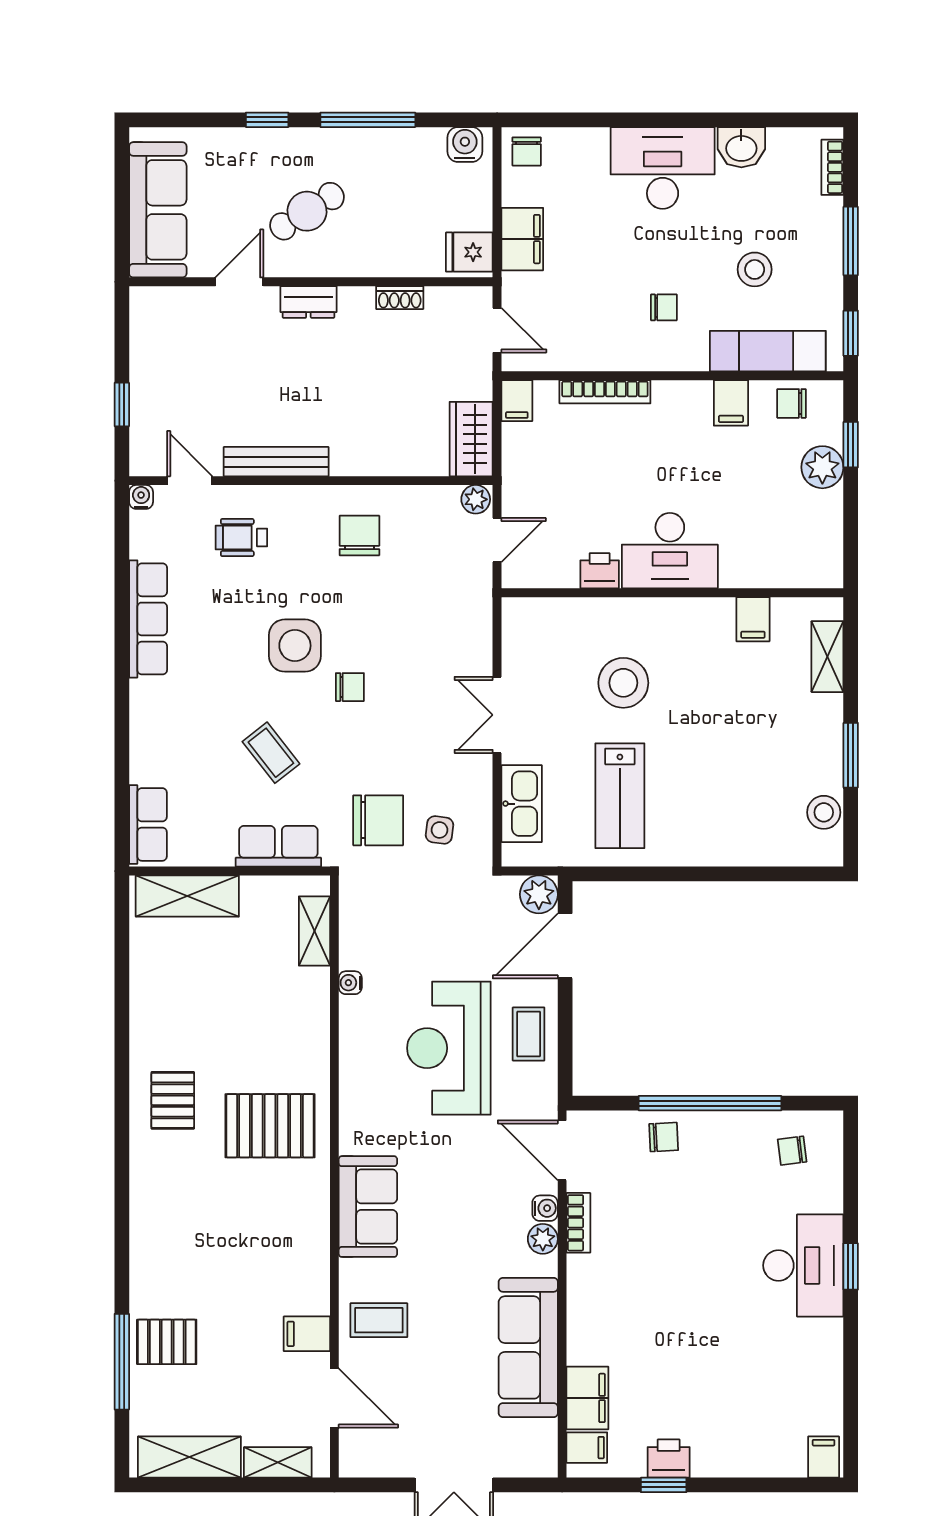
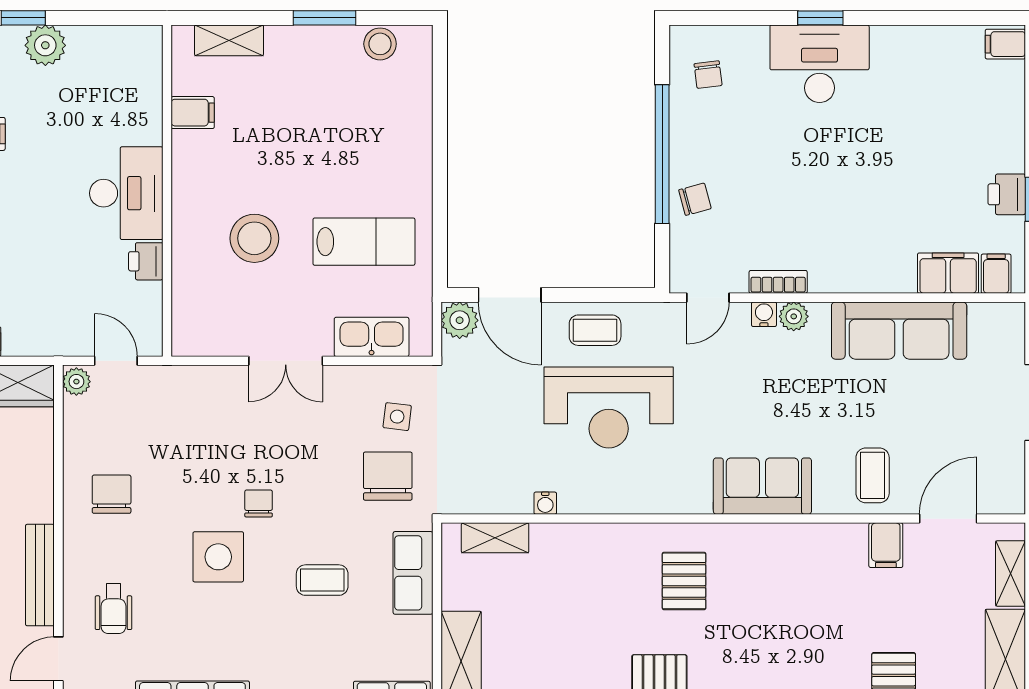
chair: (359, 536) -> (112, 494), turned 90
coffee table: (271, 753) -> (322, 580), turned 38
pallet: (270, 1126) -> (684, 581), width x0.67, depth x0.71
chair: (664, 1137) -> (695, 199), turned 78
door: (562, 1150) -> (708, 298), width x0.73

